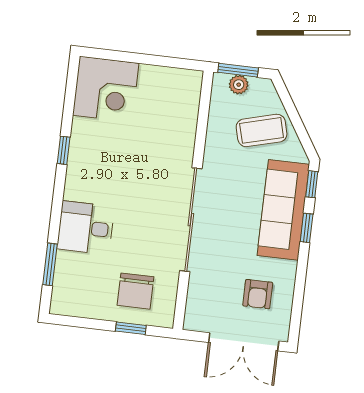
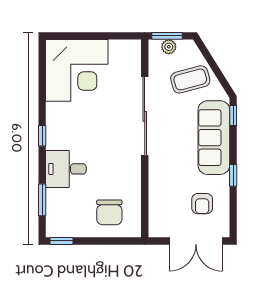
corner desk: (106, 89) -> (77, 70), width x1.36, depth x1.36
window: (64, 150) -> (42, 136), moved
sliding door: (191, 220) -> (145, 116), moved
window: (307, 228) -> (233, 175), moved
window: (131, 328) -> (61, 241), moved

